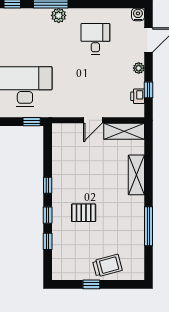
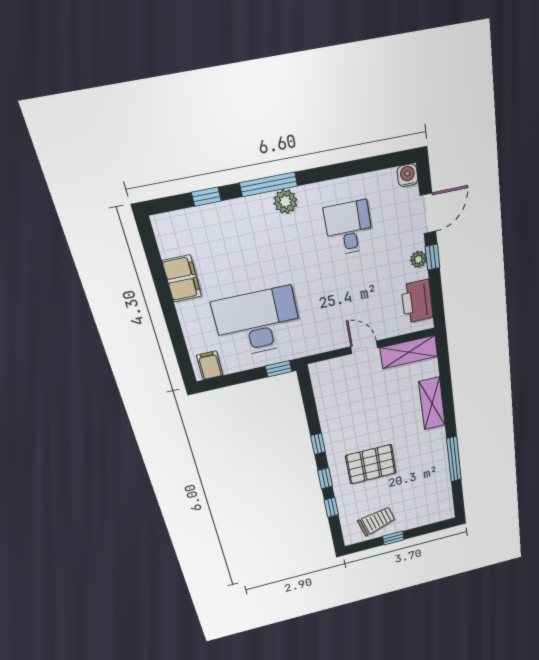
window: (149, 90) -> (432, 257), moved
printer: (138, 96) -> (417, 301), width x1.87, depth x1.48
door: (93, 120) -> (364, 347), swing flipped
pallet: (84, 213) -> (371, 464), width x1.50, depth x1.42
trolley: (107, 266) -> (377, 521), moved

